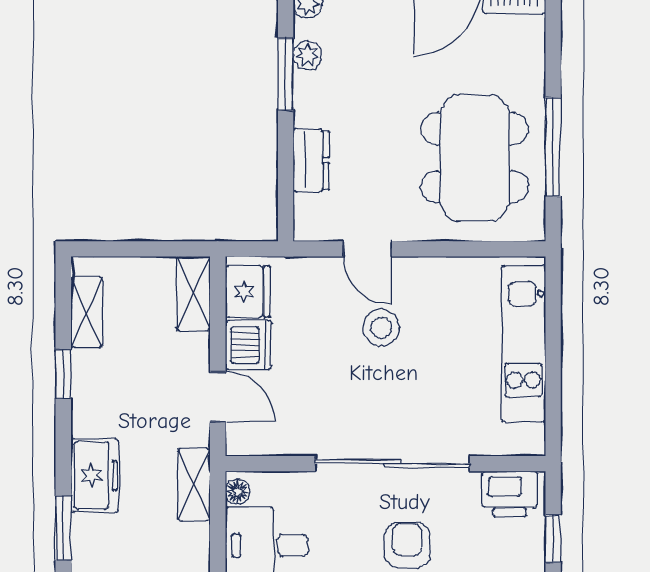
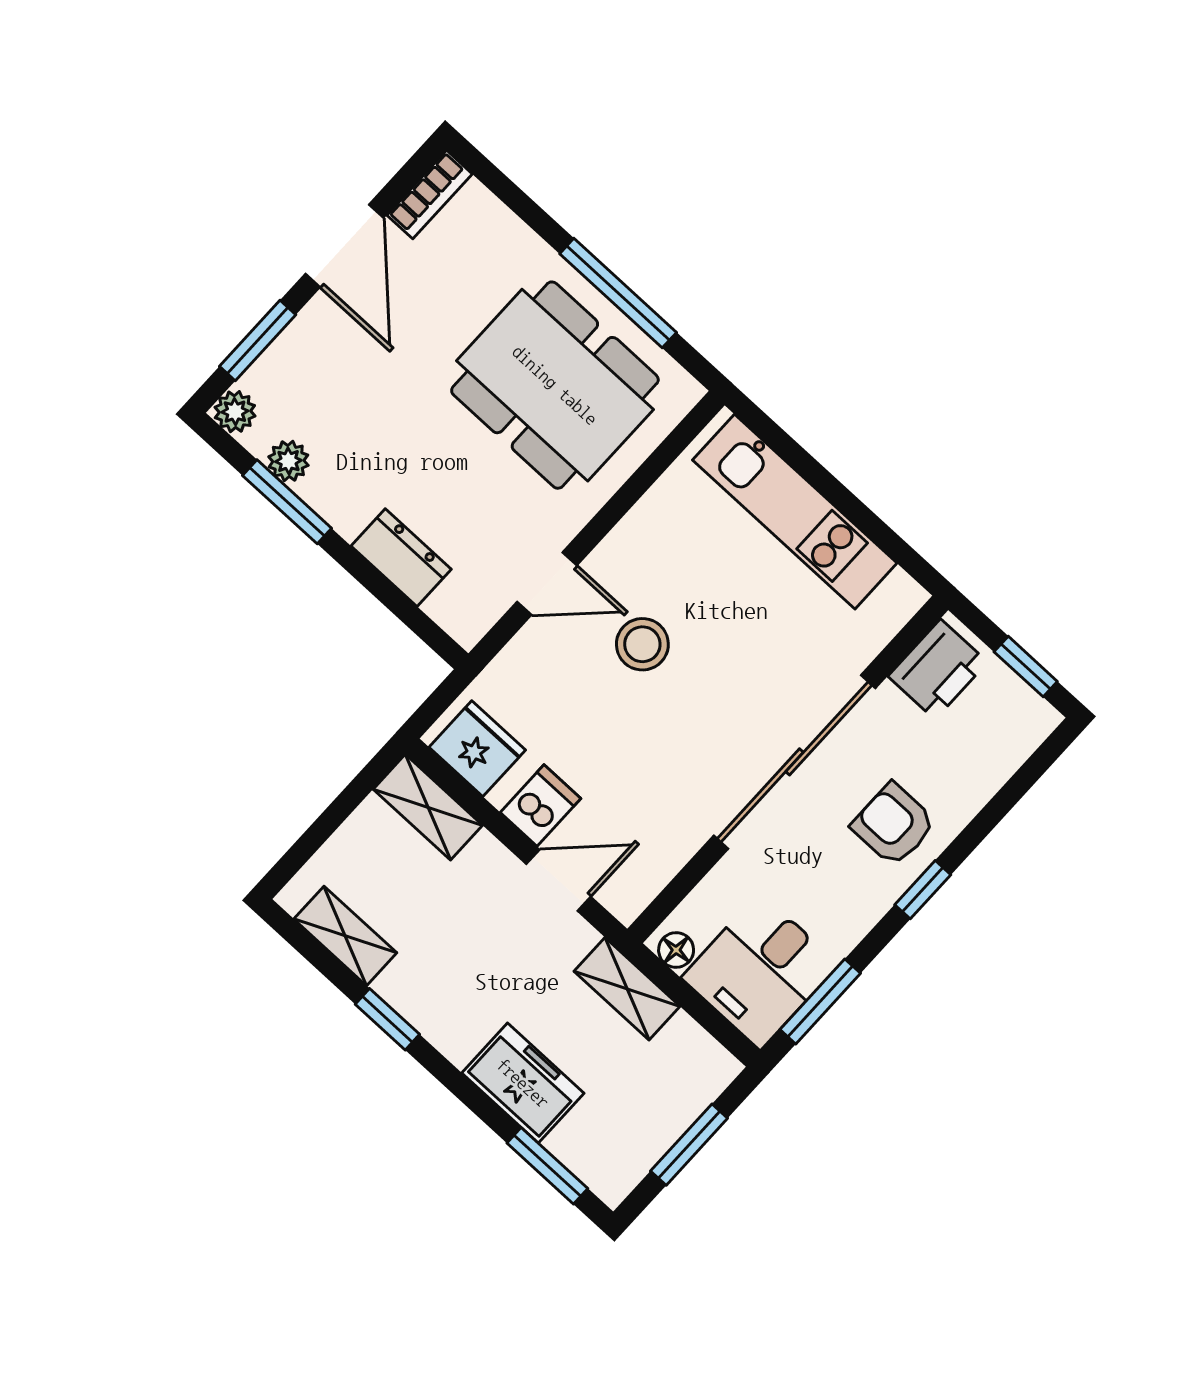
dishwasher: (248, 345) -> (541, 805), width x0.73

